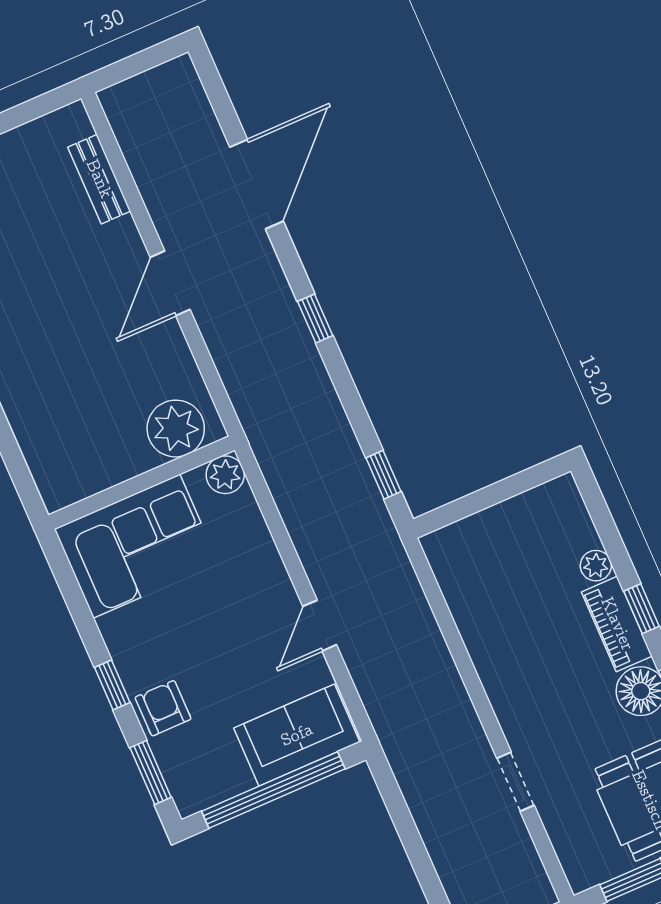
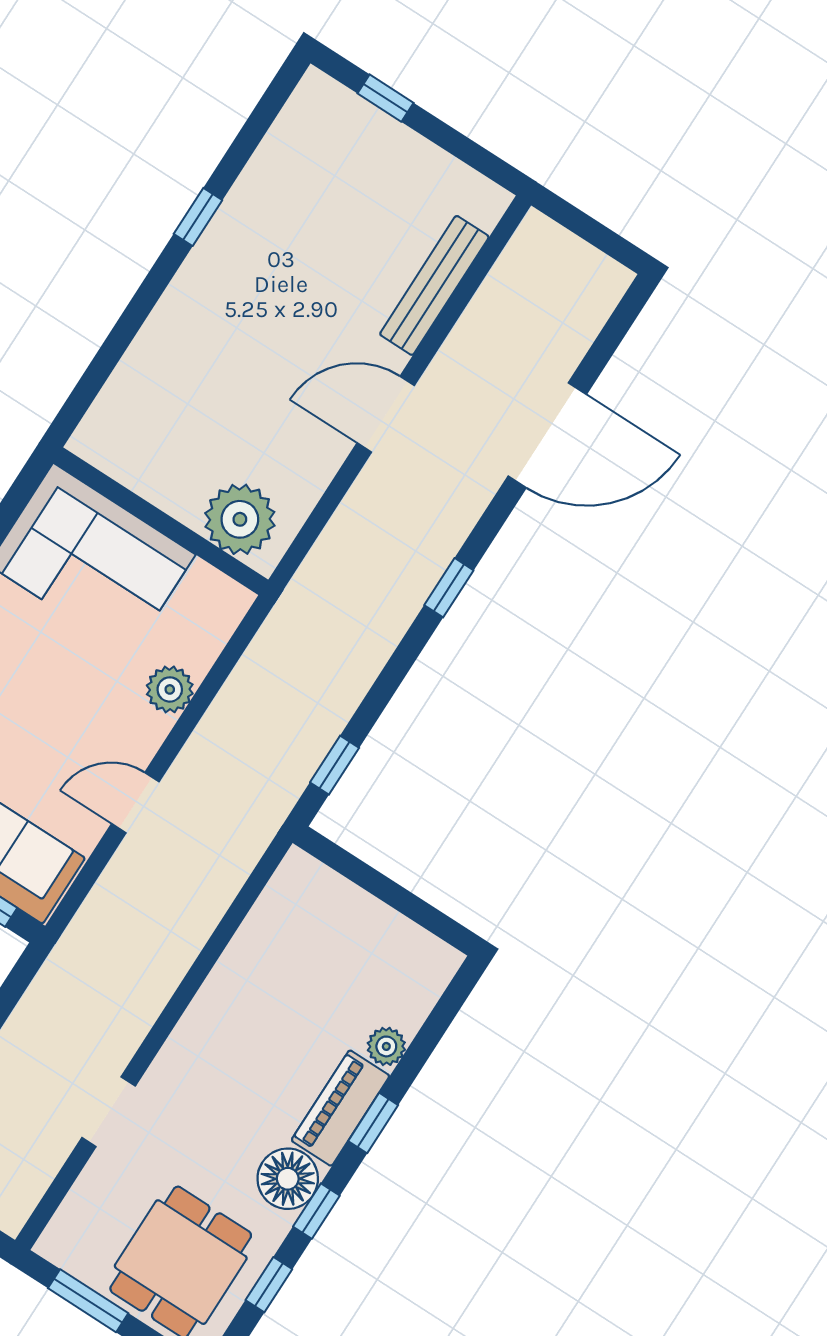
bench: (99, 179) -> (434, 285), width x1.36
plant: (225, 475) -> (170, 689), moved

